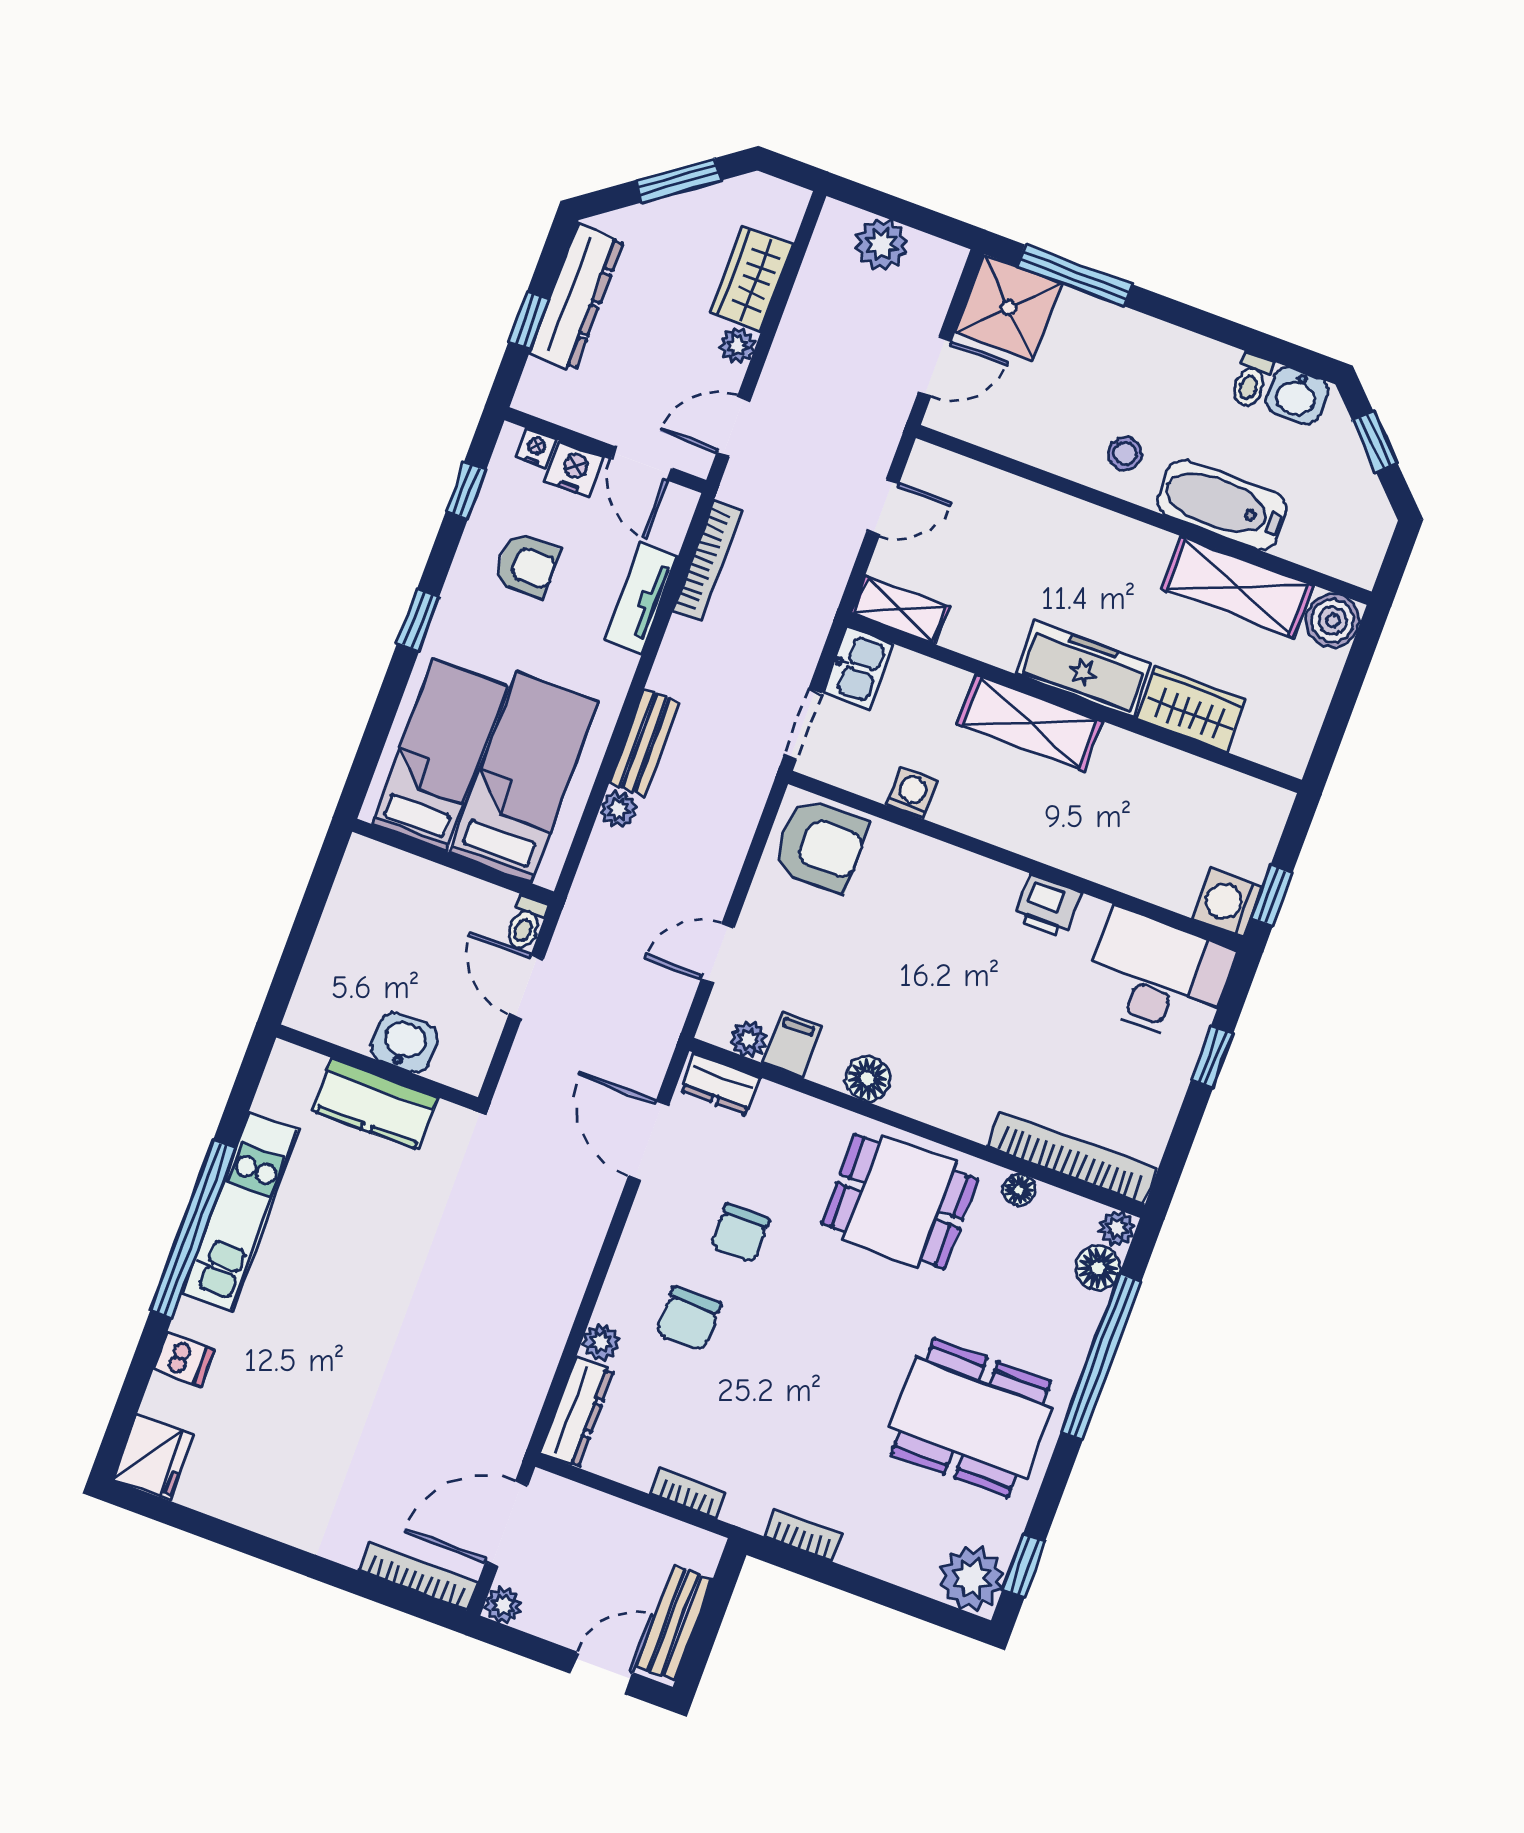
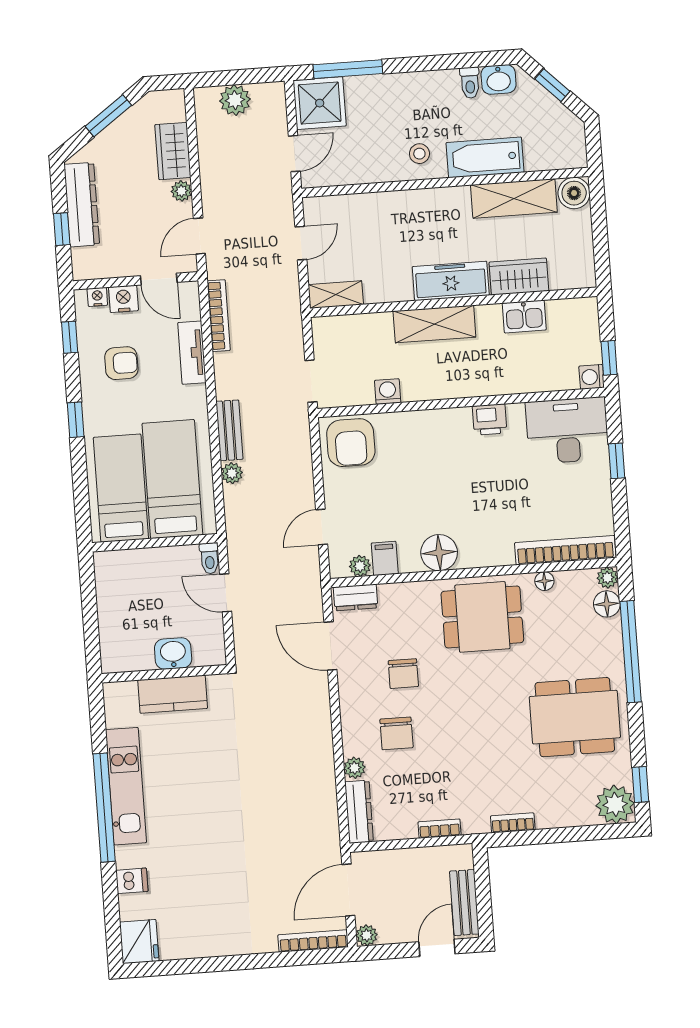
kitchen sink: (858, 668) -> (524, 316), moved, turned 90
armchair: (821, 845) -> (351, 443), turned 90
washing machine: (1228, 903) -> (592, 377), width x0.73, depth x0.73
floor lamp: (868, 1079) -> (439, 553), width x1.38, depth x1.38

